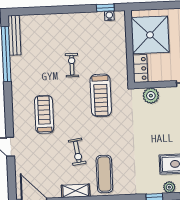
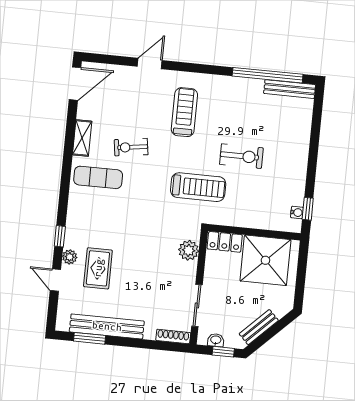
exercise bike: (72, 65) -> (241, 156), width x1.38, depth x1.39
treadmill: (101, 95) -> (198, 187), turned 180
treadmill: (44, 114) -> (184, 112), turned -90

